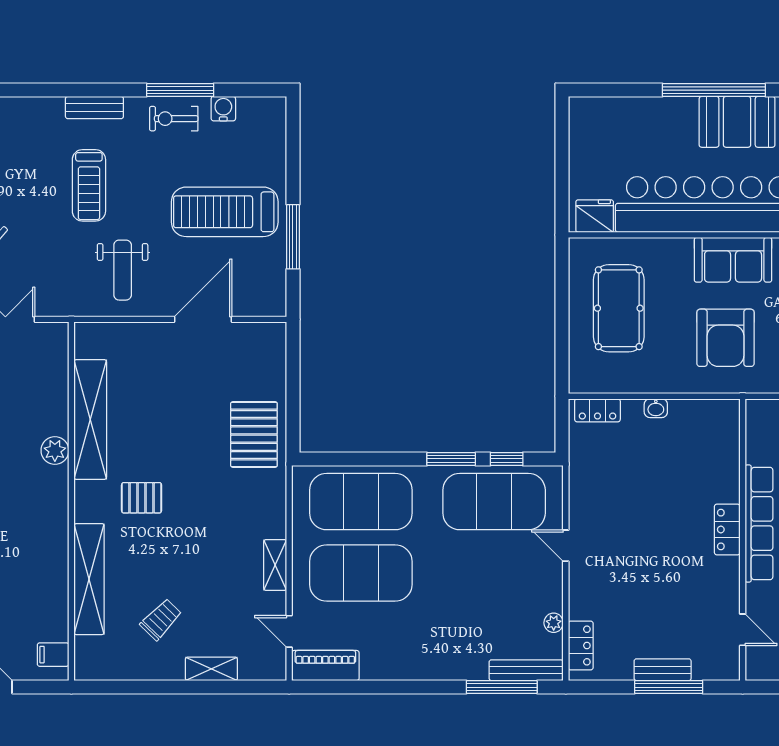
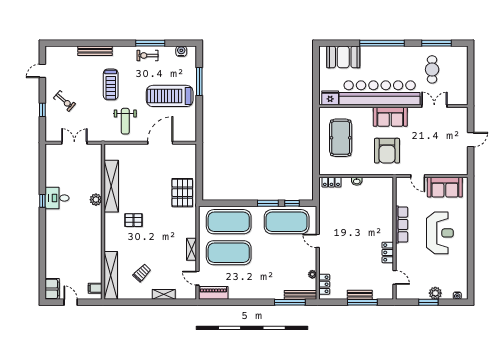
bench: (94, 108) -> (95, 51), moved, width x1.36
water cooler: (223, 109) -> (181, 51), moved
booth: (737, 122) -> (343, 57), moved
window: (293, 237) -> (199, 81), moved
row of seats: (759, 524) -> (402, 224), width x0.73
locker: (727, 529) -> (388, 252), moved
shelving: (89, 579) -> (111, 275), moved

